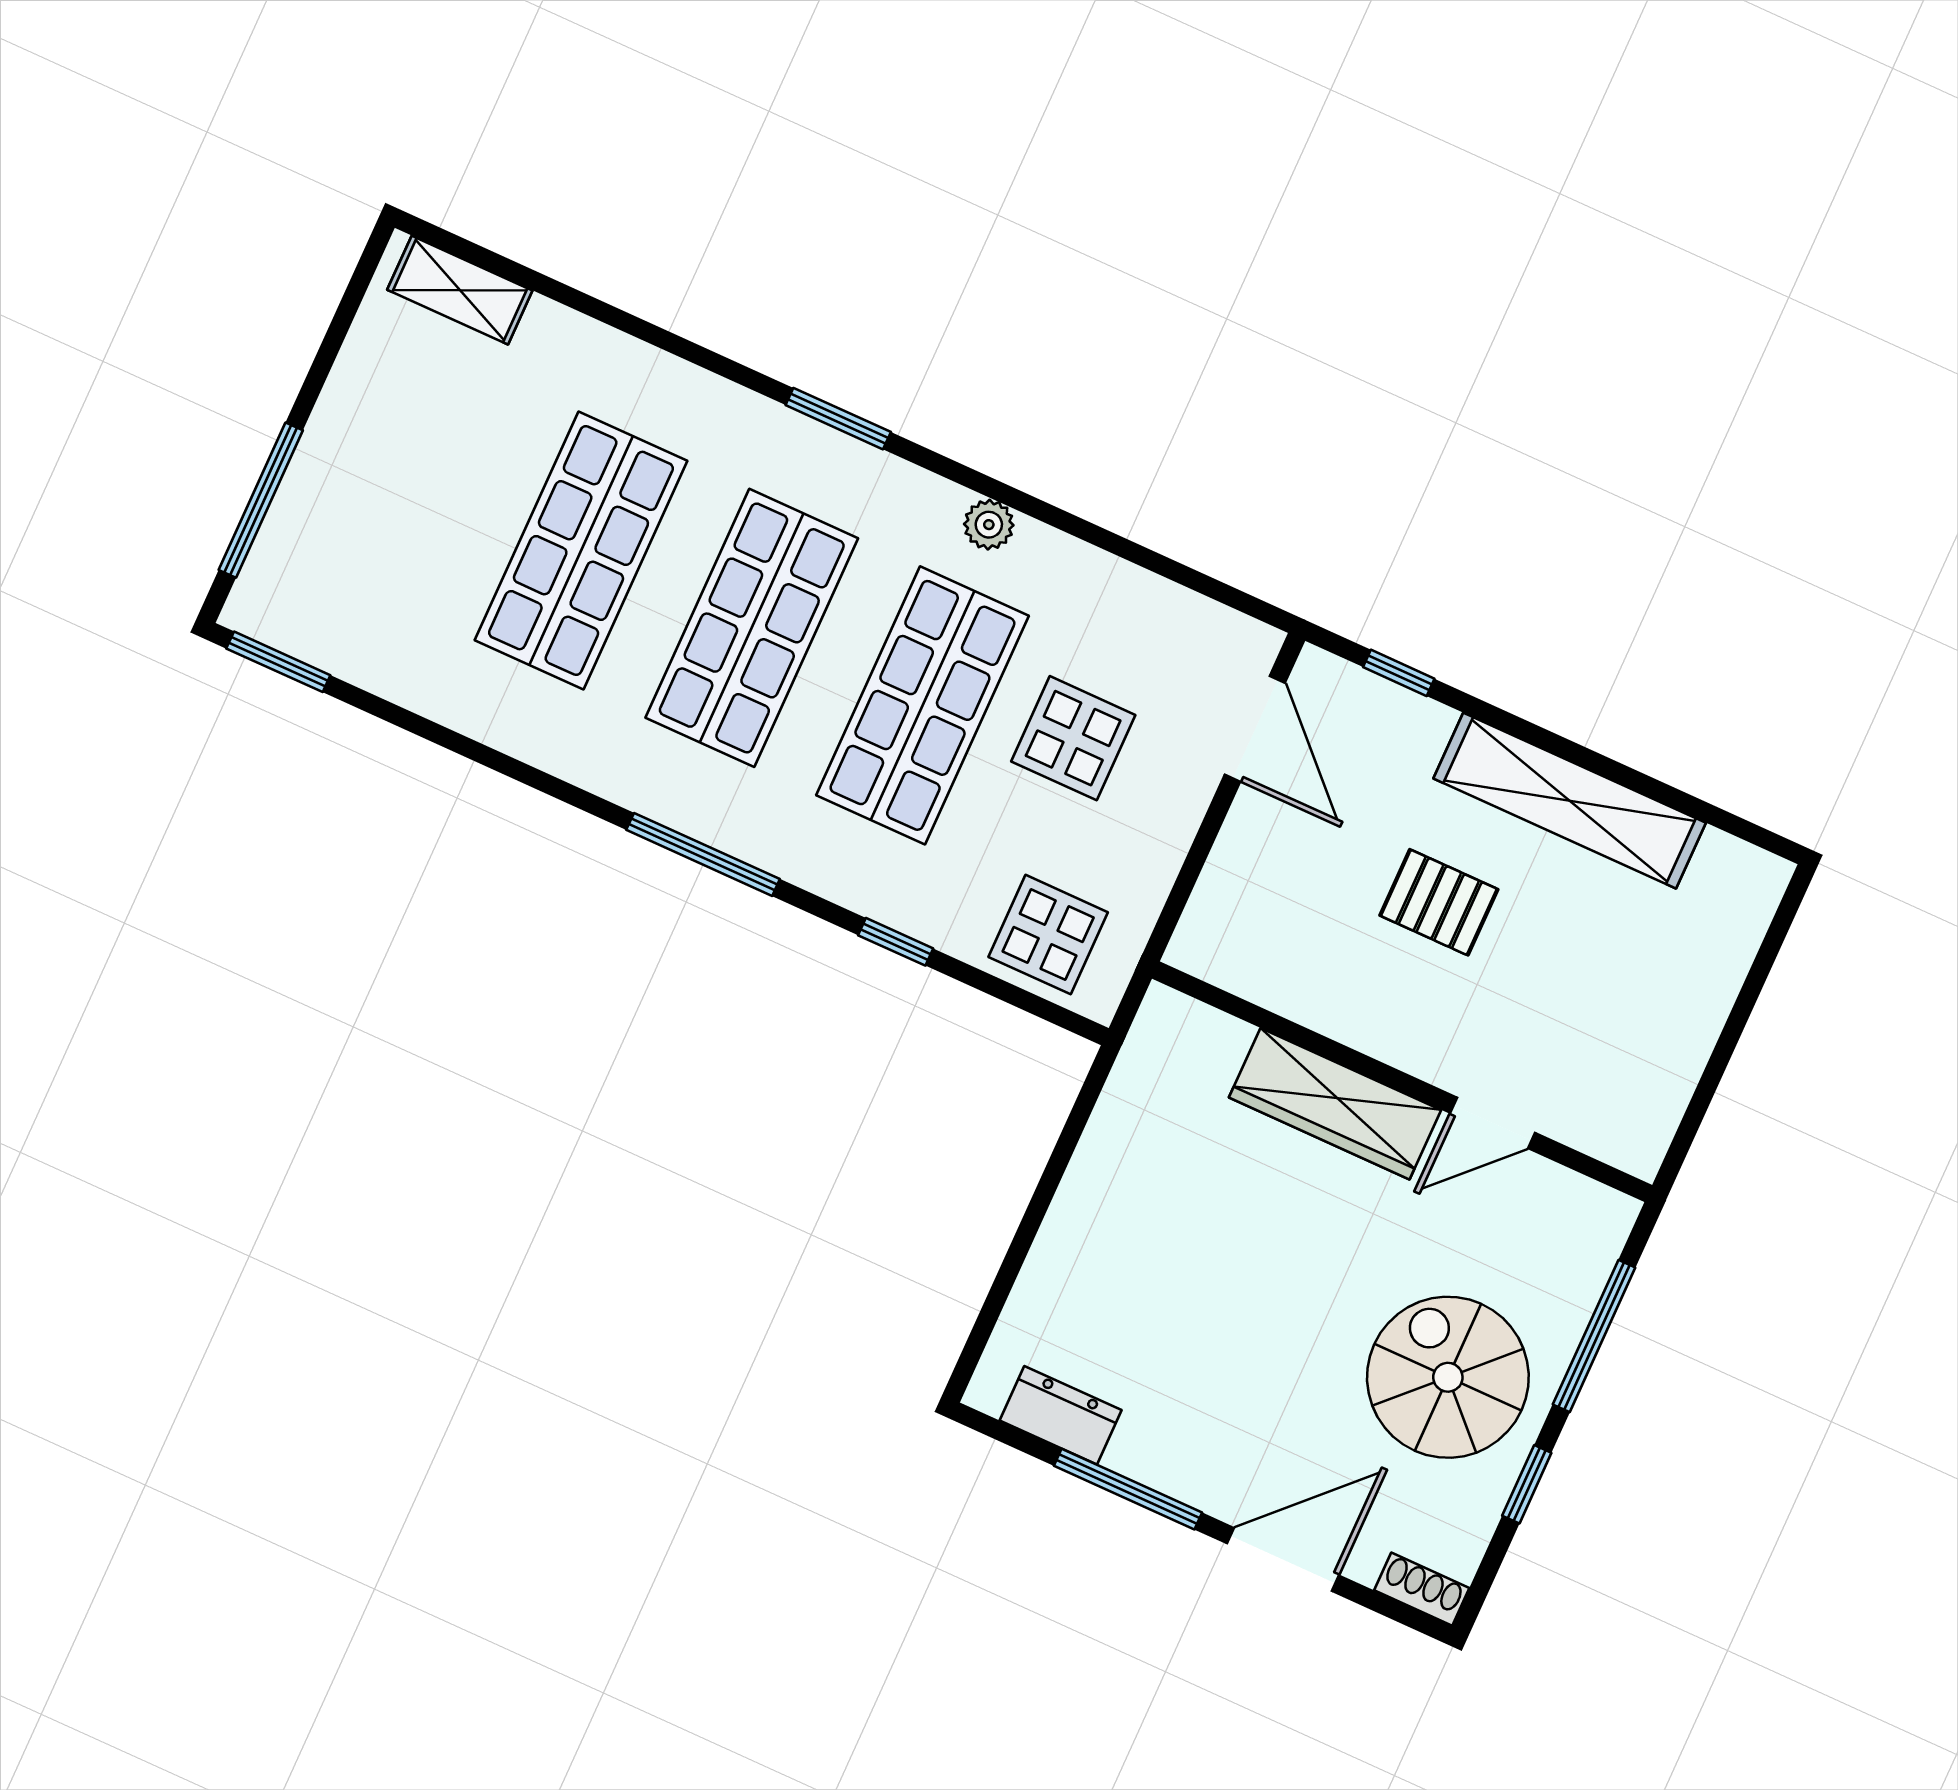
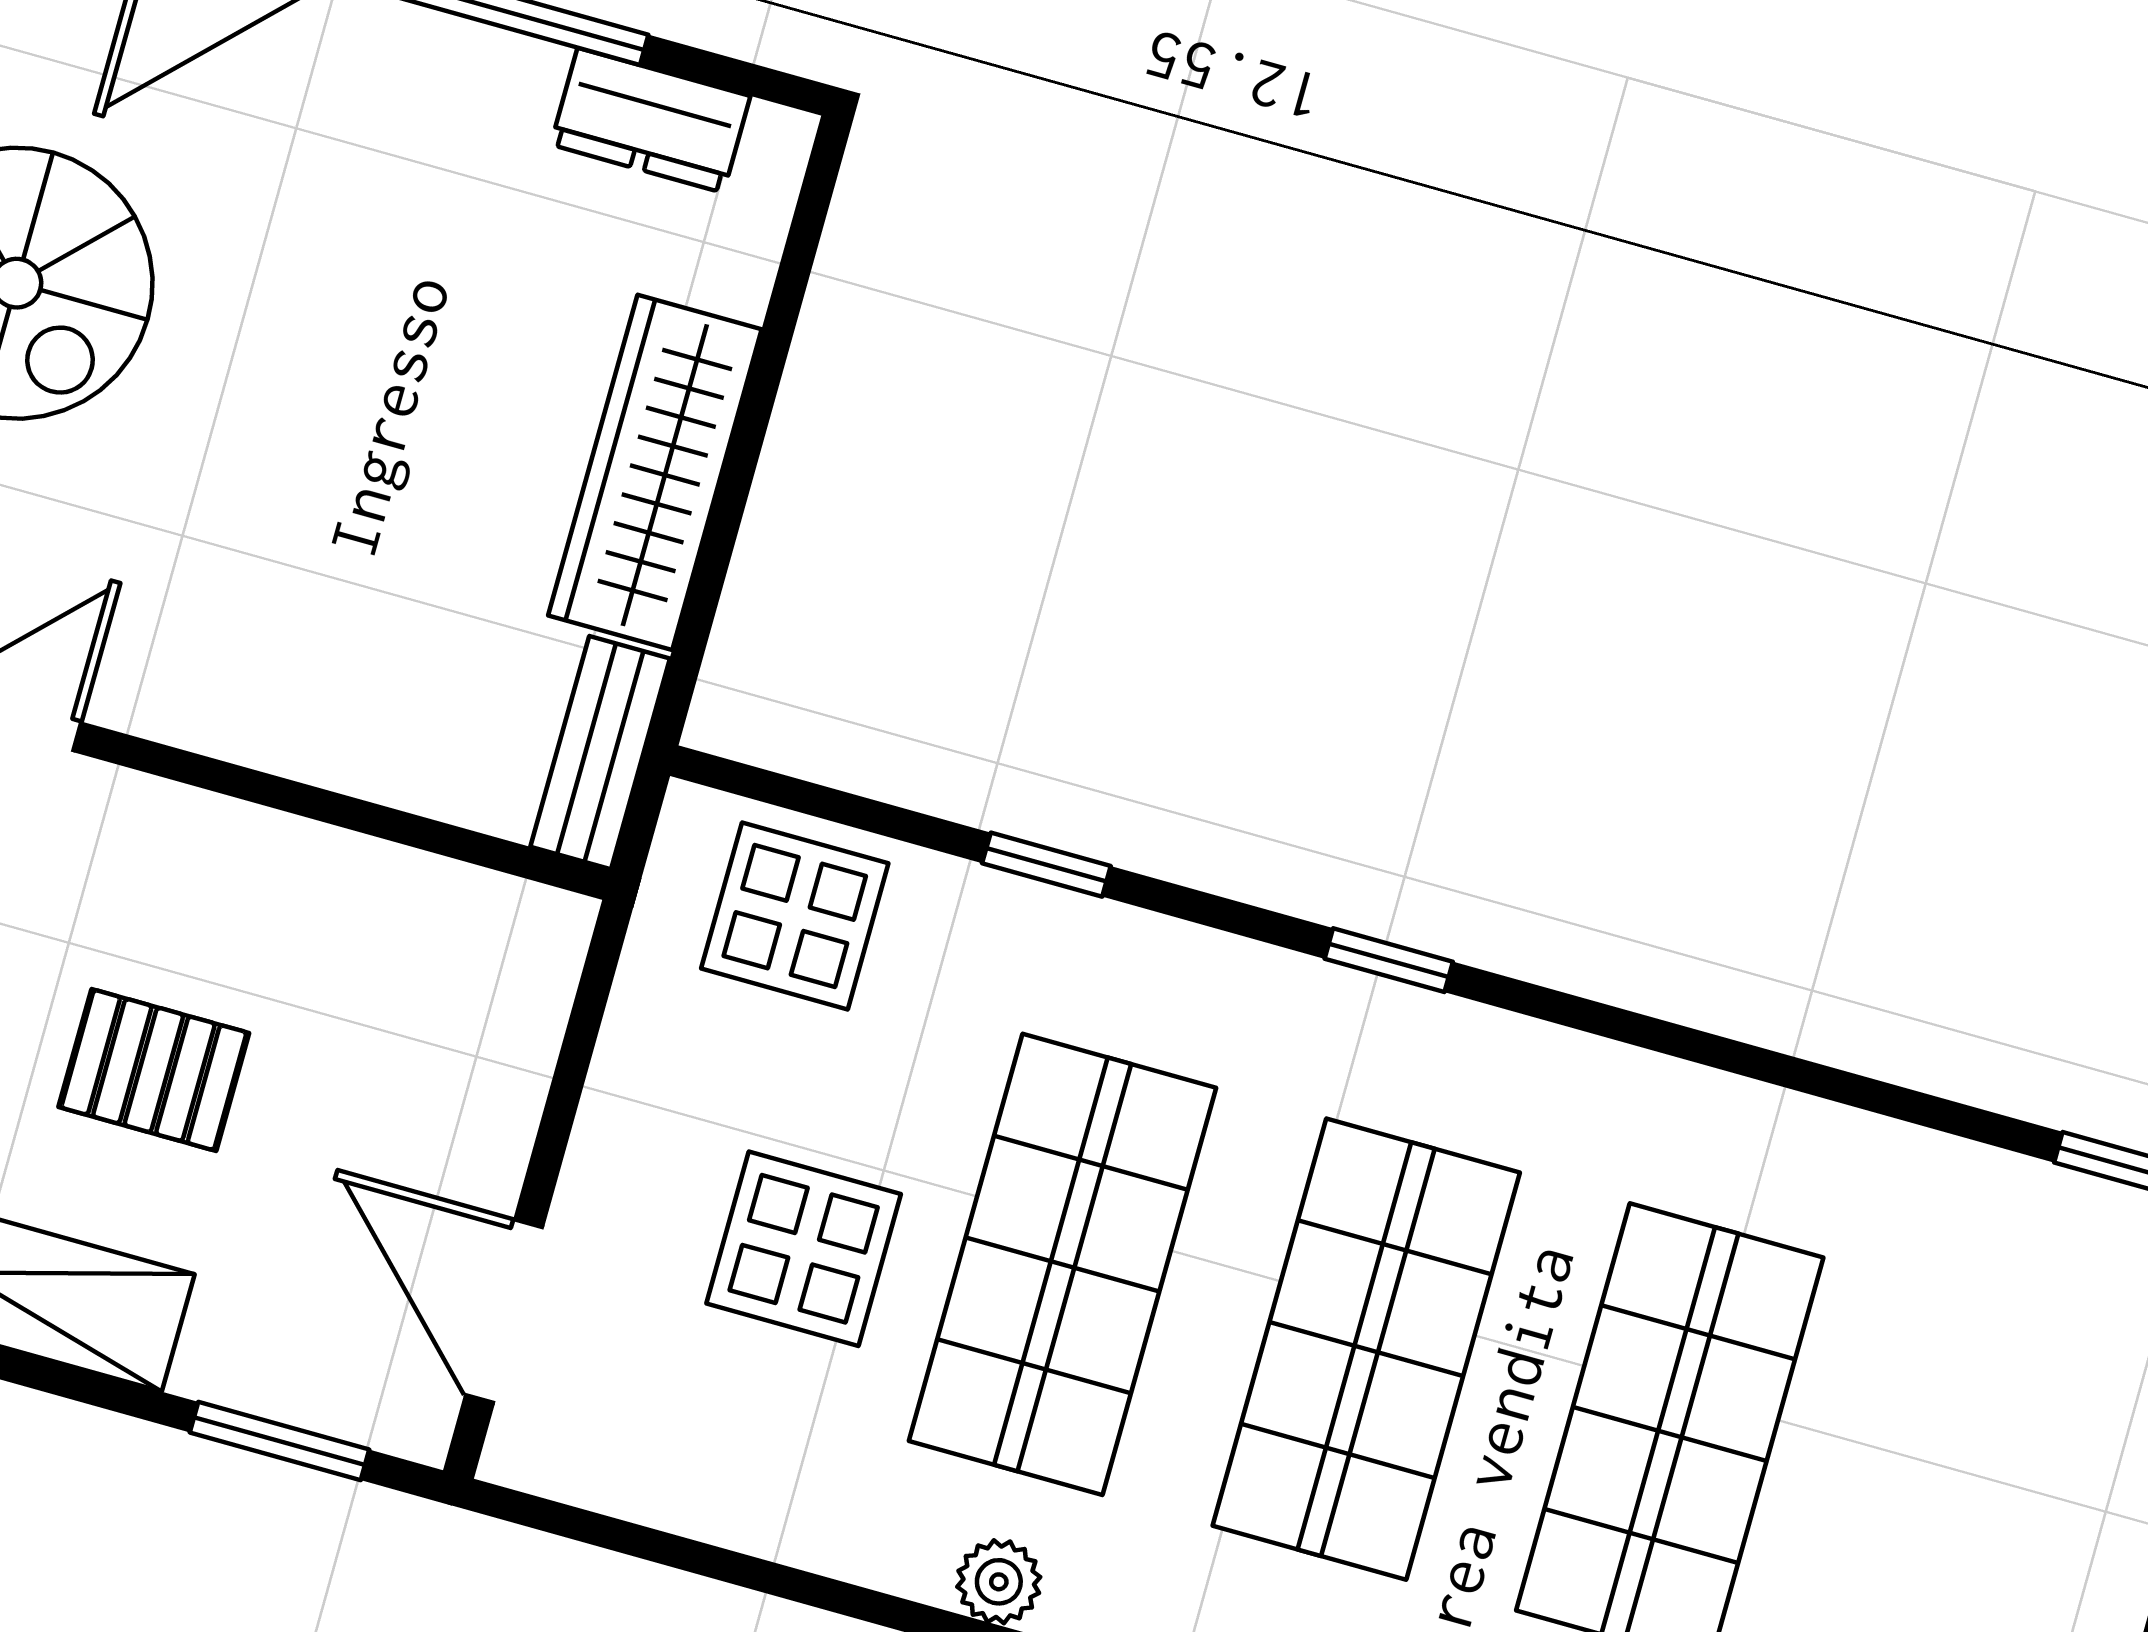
window: (1399, 673) -> (280, 1441), width x1.50
window: (703, 854) -> (1389, 960), width x0.46
bench: (1148, 1048) -> (600, 753), added
wardrobe: (1335, 1104) -> (655, 472), moved, turned -90

